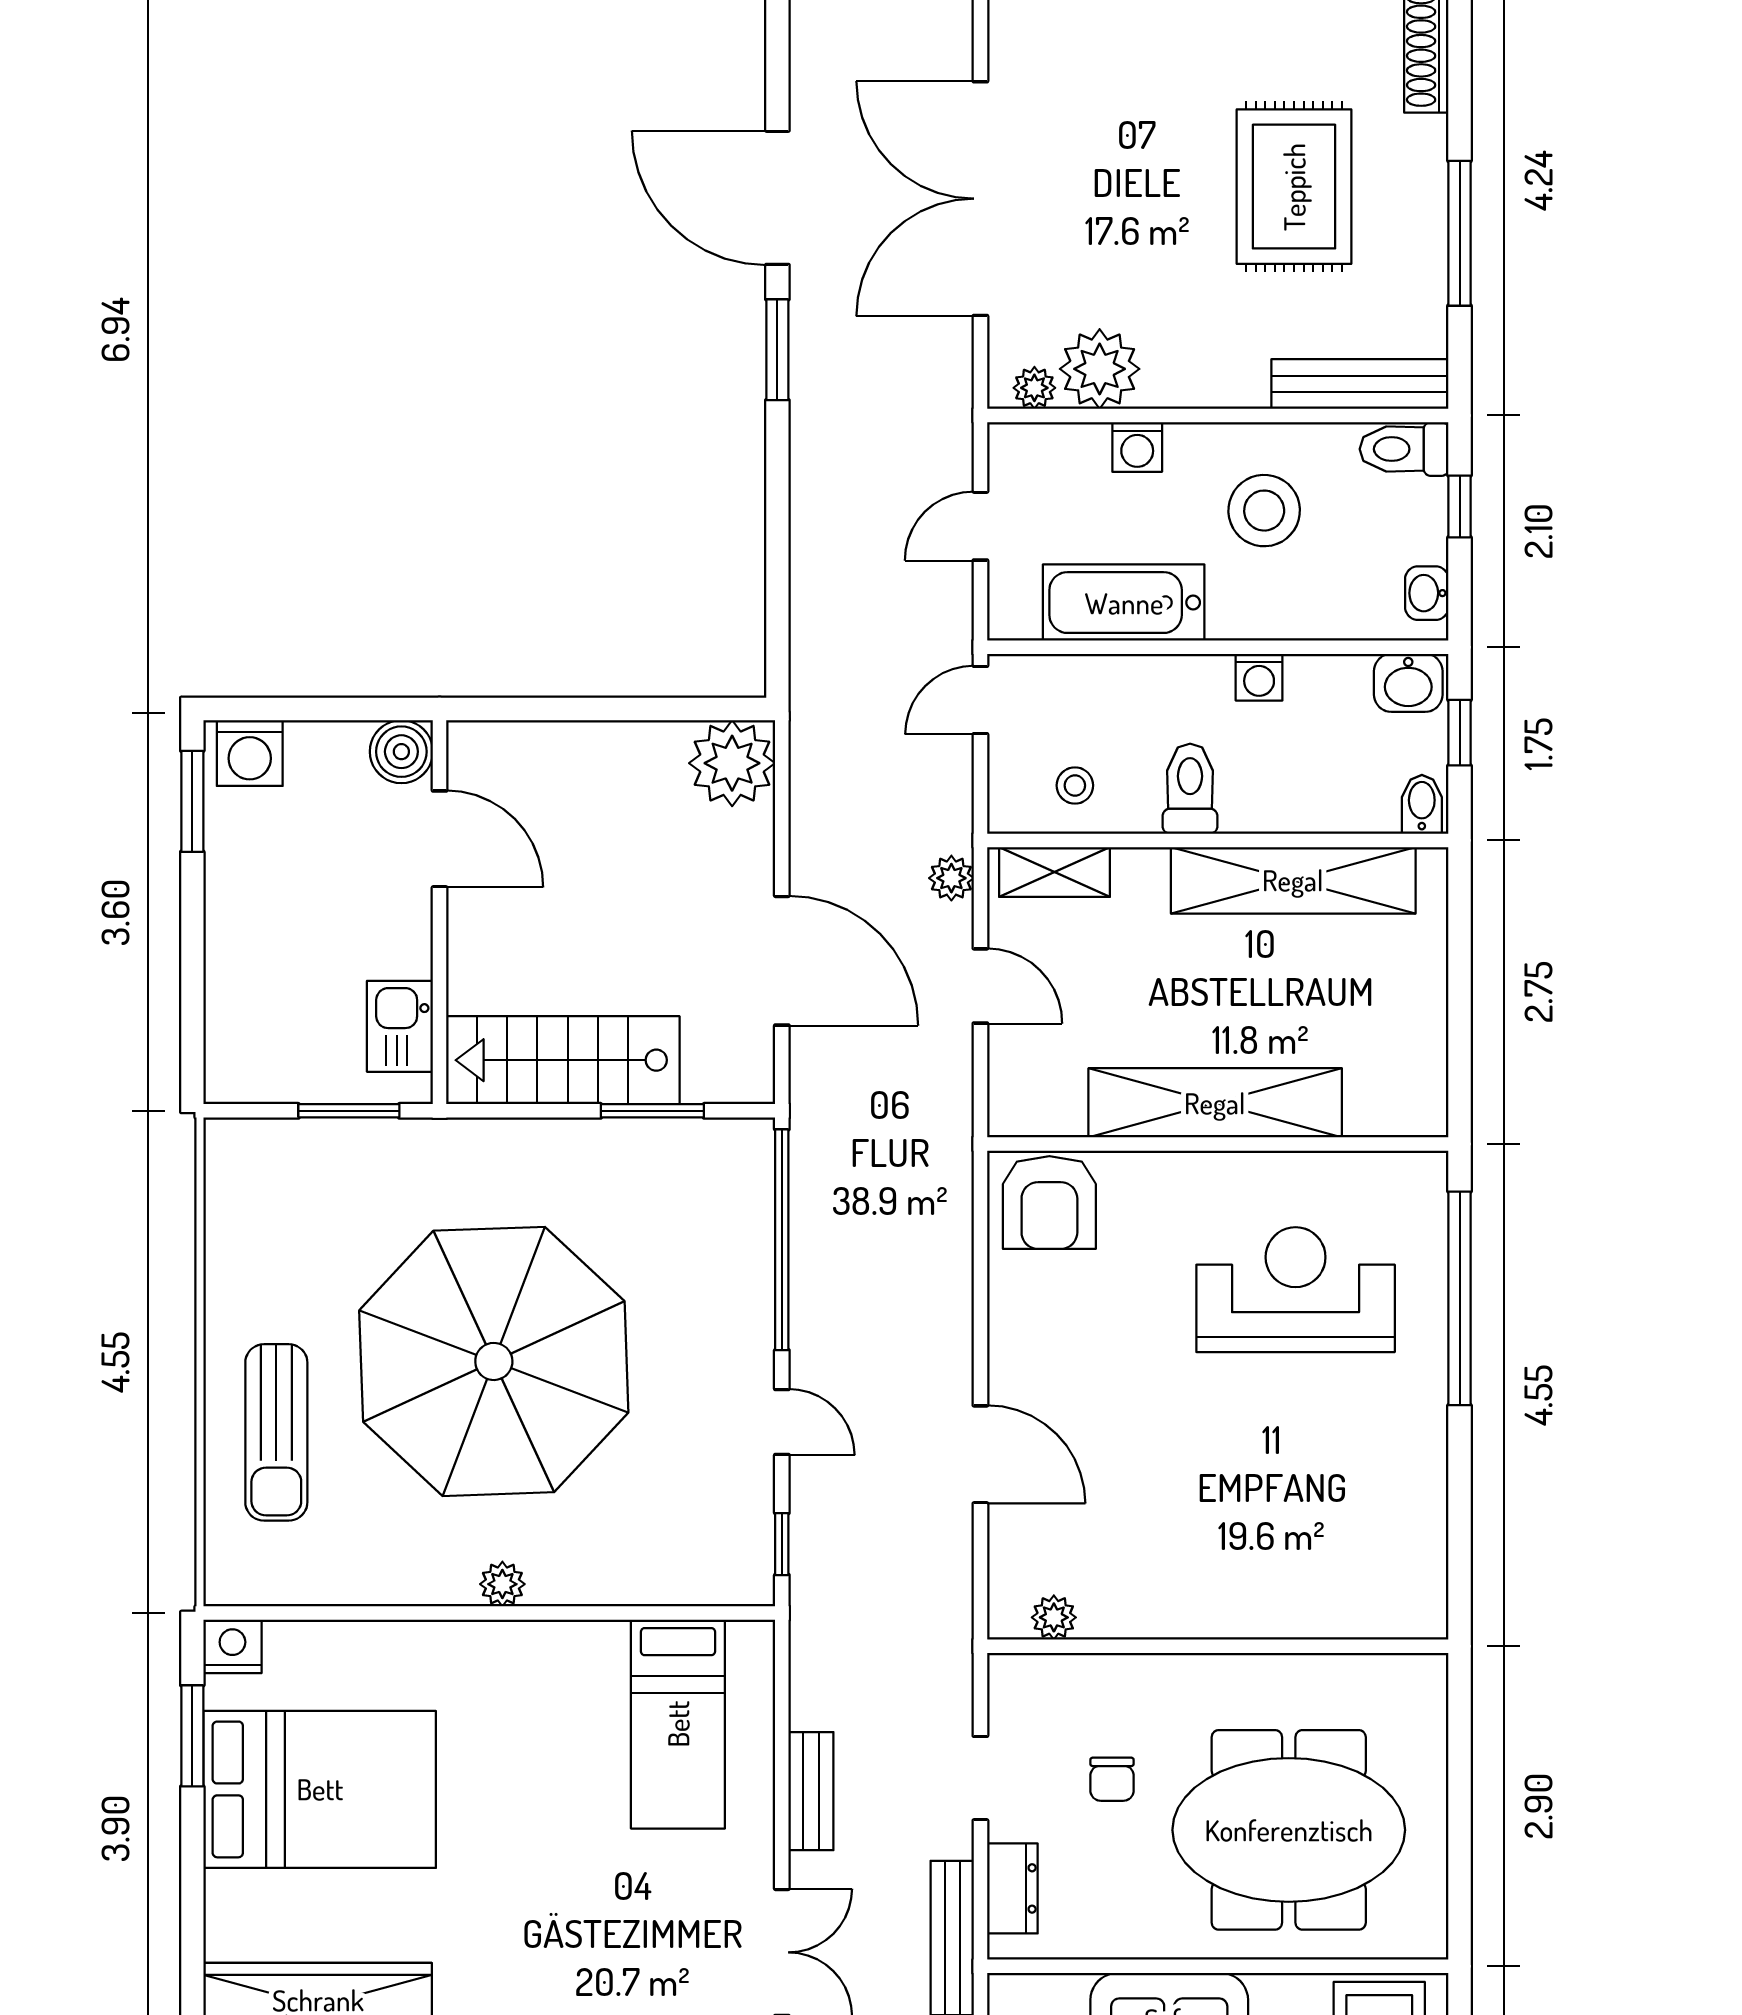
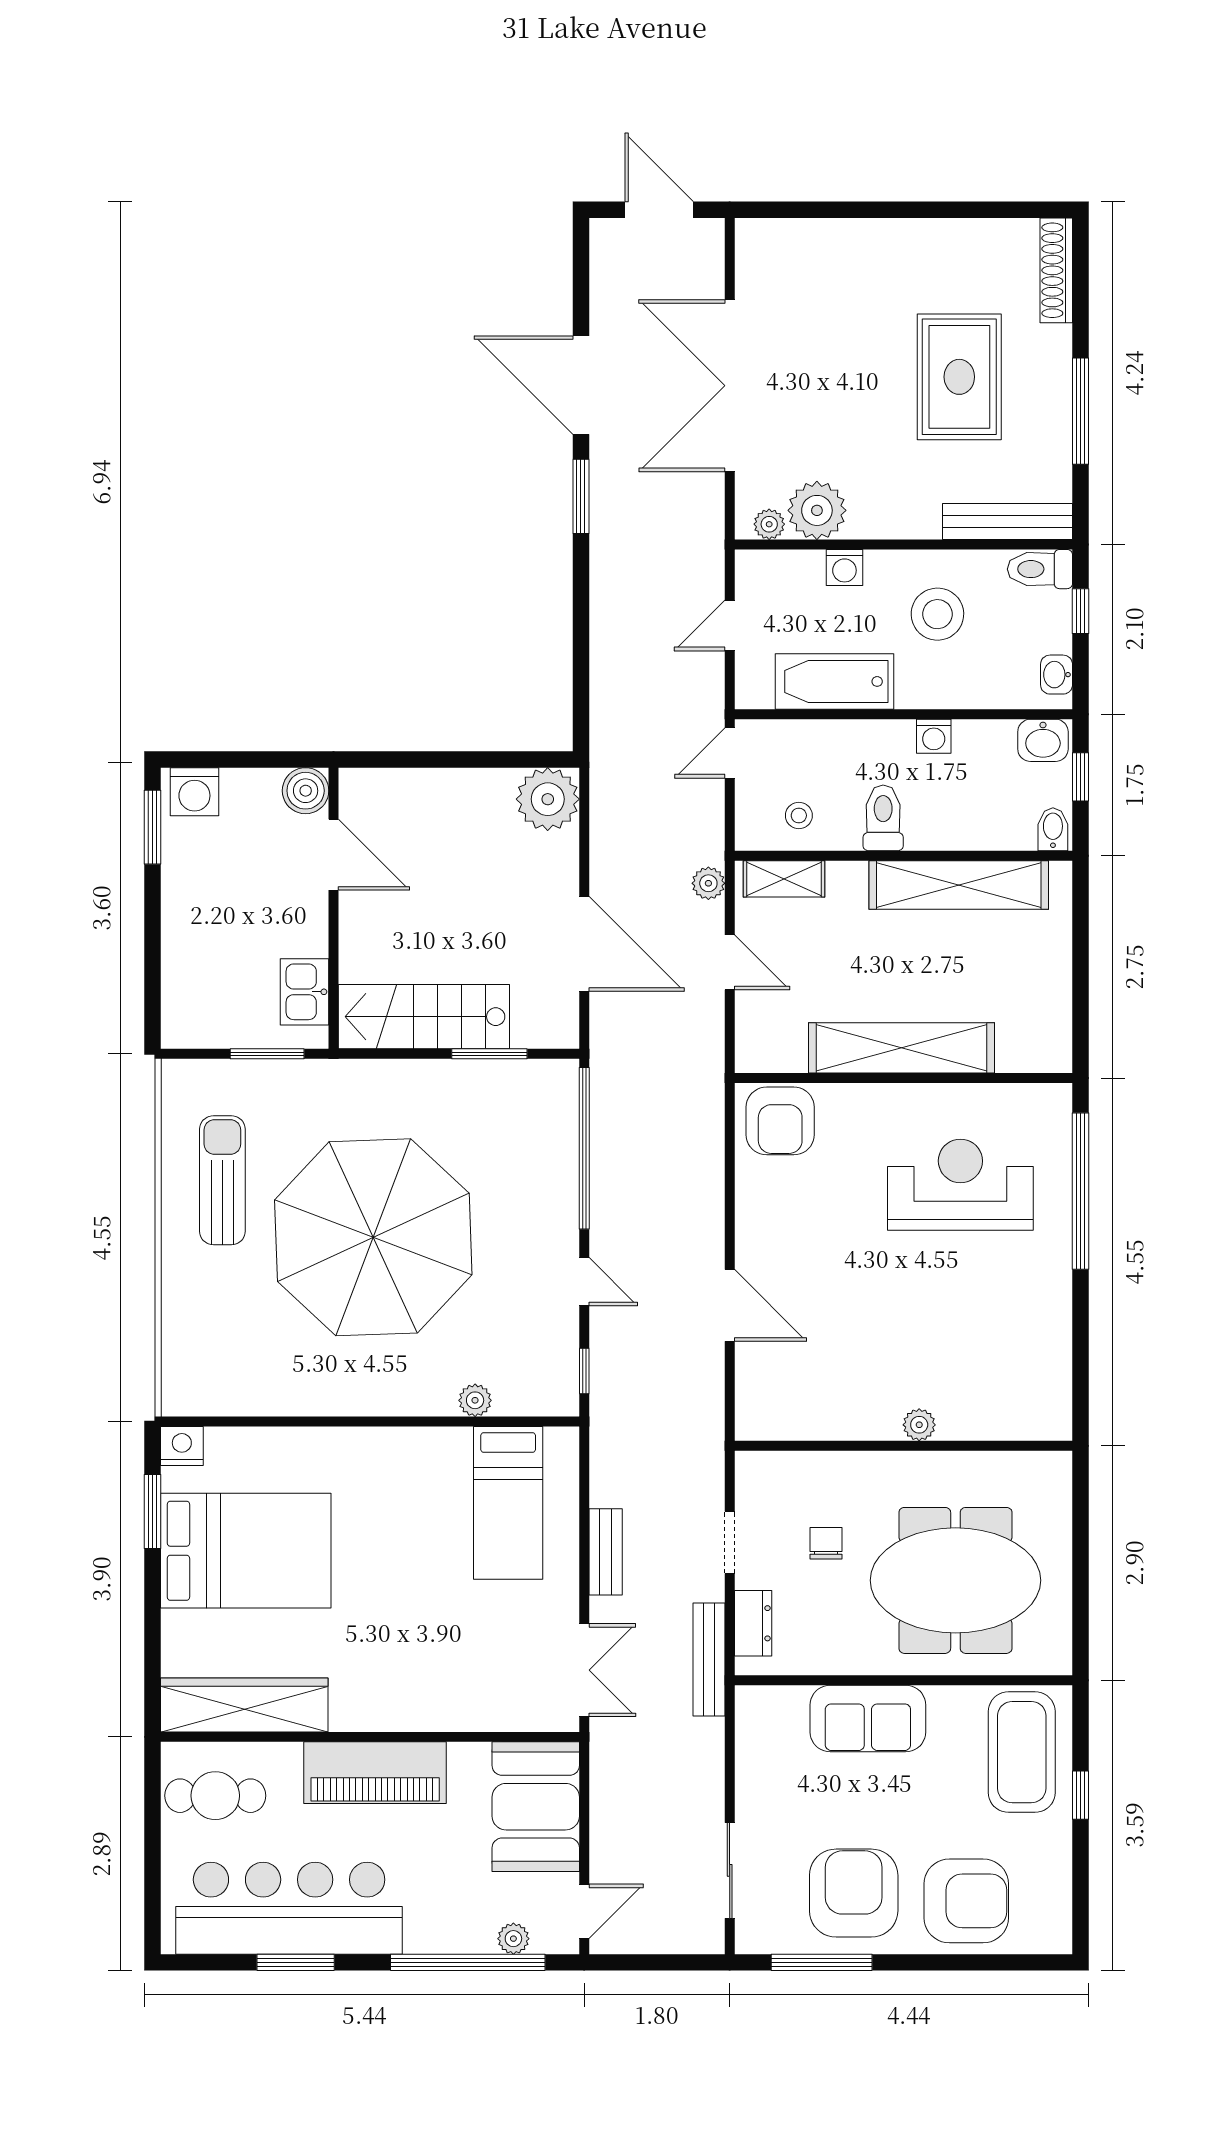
sun lounger: (276, 1432) -> (222, 1180), moved, turned 180
plant: (502, 1584) -> (475, 1400), moved
plant: (1054, 1617) -> (919, 1425), moved
chair: (1112, 1779) -> (826, 1543), turned 180

